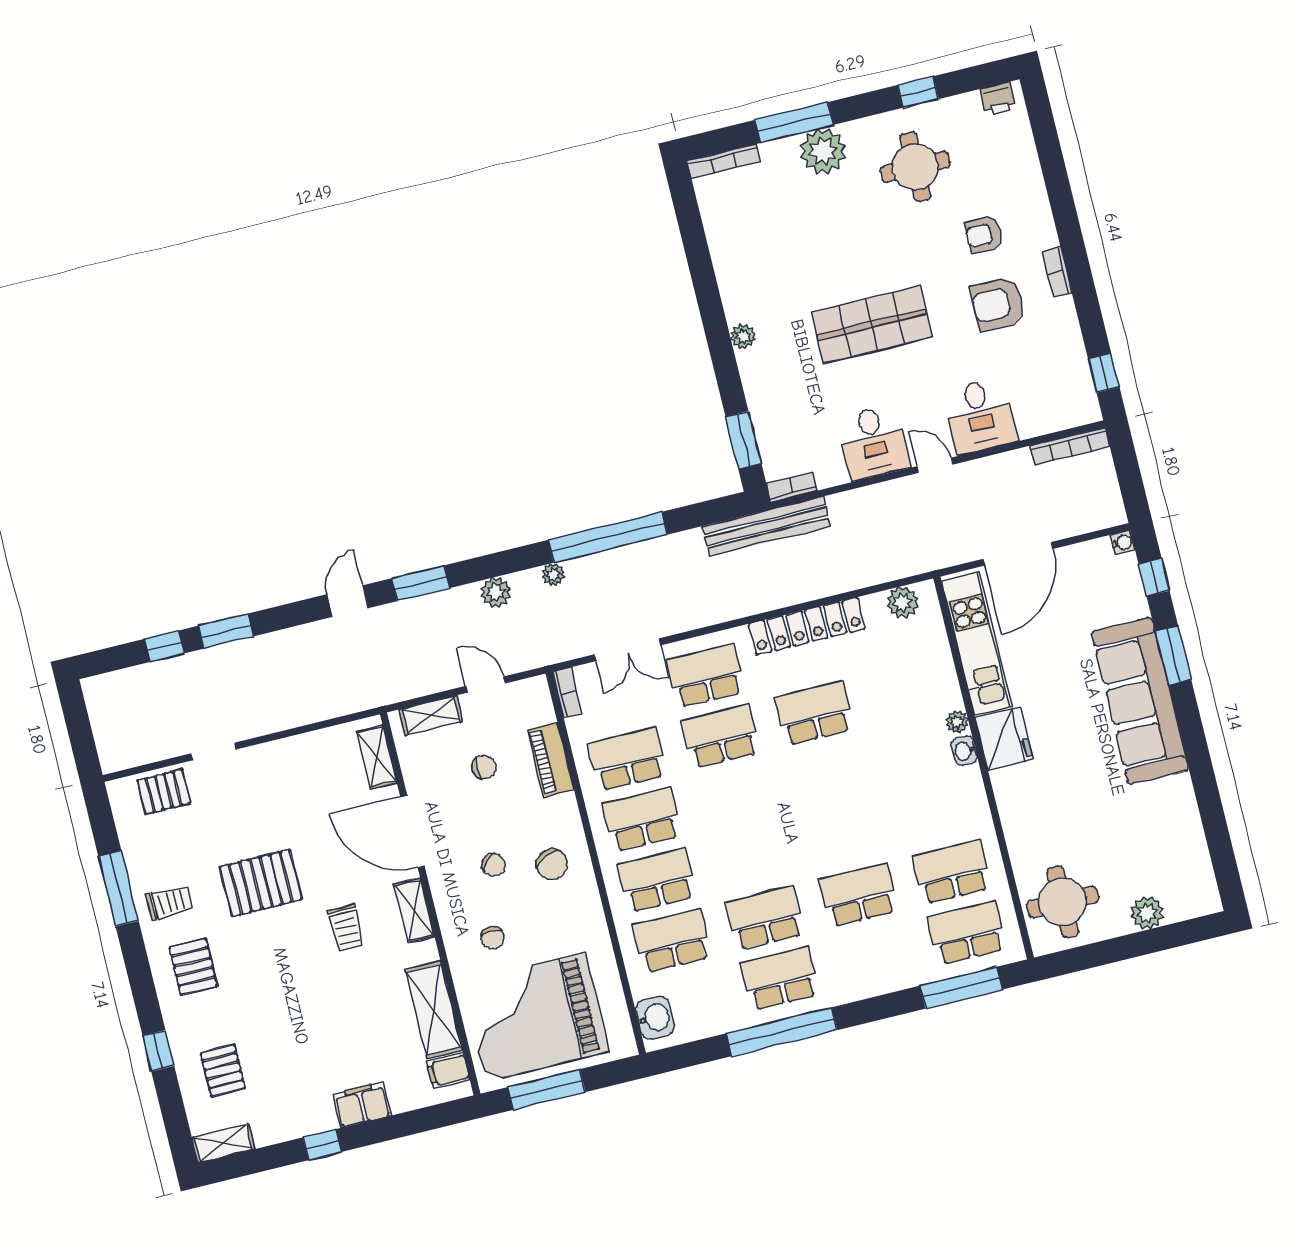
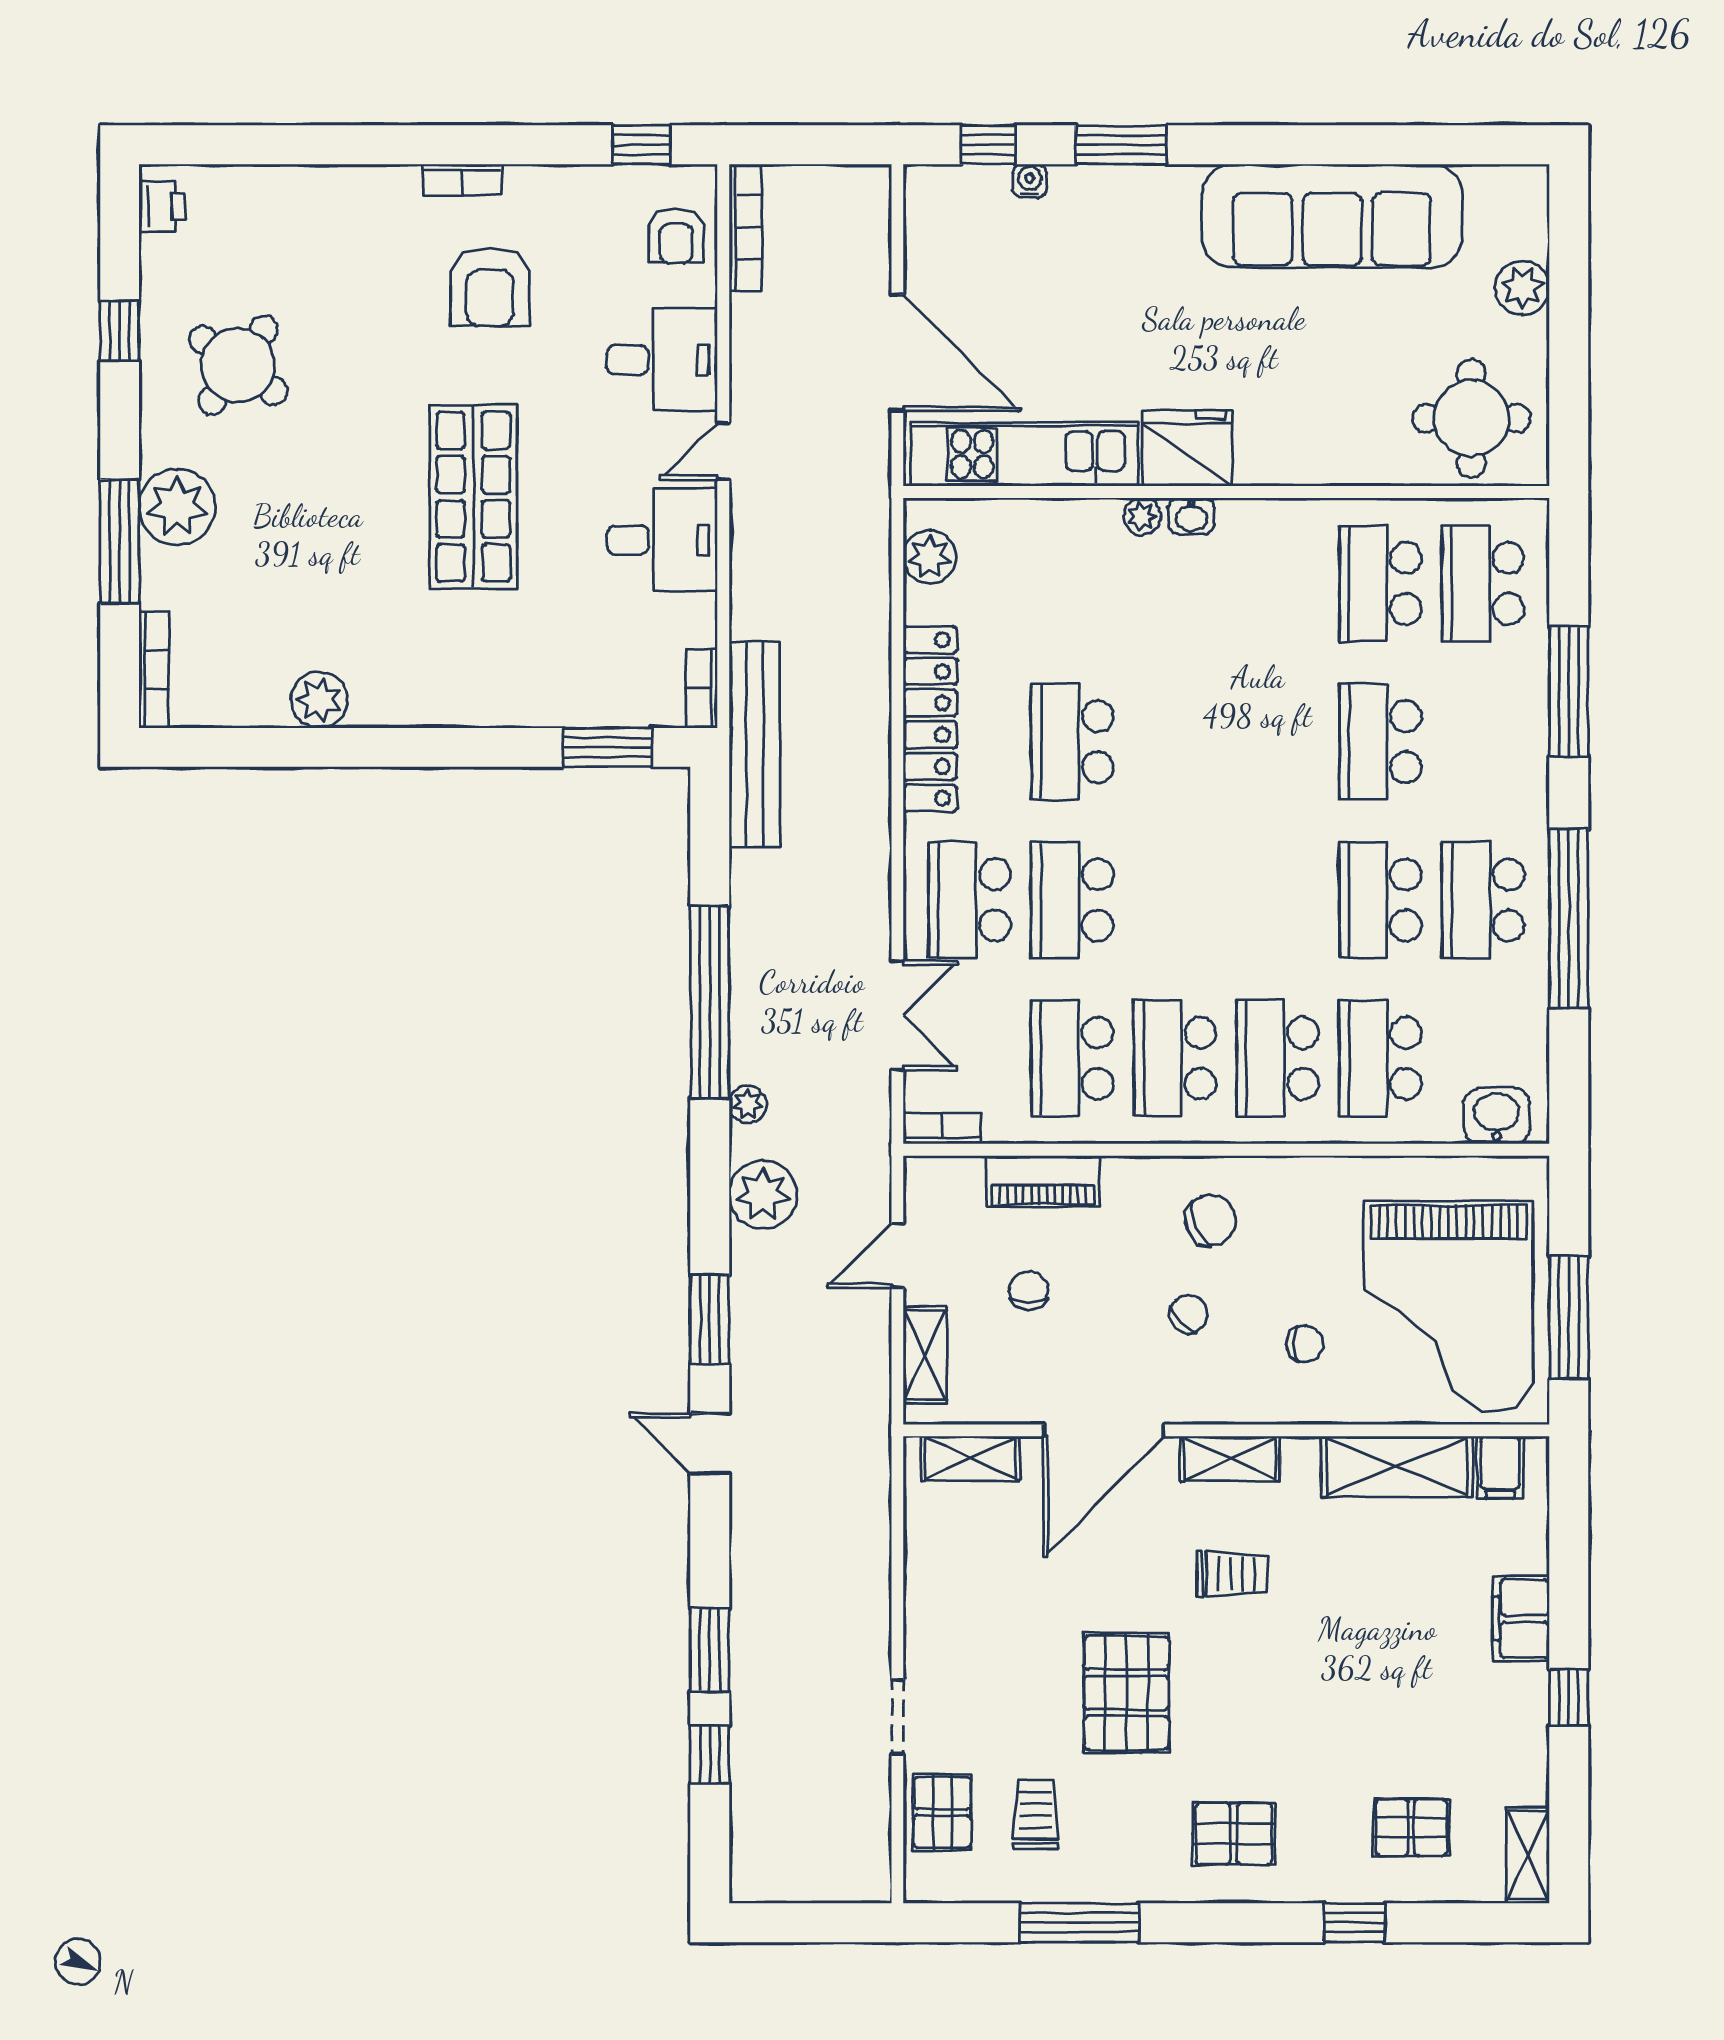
round table: (915, 167) -> (238, 365), turned 36
armchair: (984, 235) -> (676, 236), moved
plant: (743, 336) -> (319, 700), moved, width x1.38, depth x1.38
water cooler: (1123, 542) -> (1030, 181), moved
plant: (496, 592) -> (763, 1194), width x1.36, depth x1.36
sofa: (1140, 701) -> (1332, 216), moved
trolley: (169, 903) -> (1036, 1814), moved
window: (961, 988) -> (1569, 691), moved

